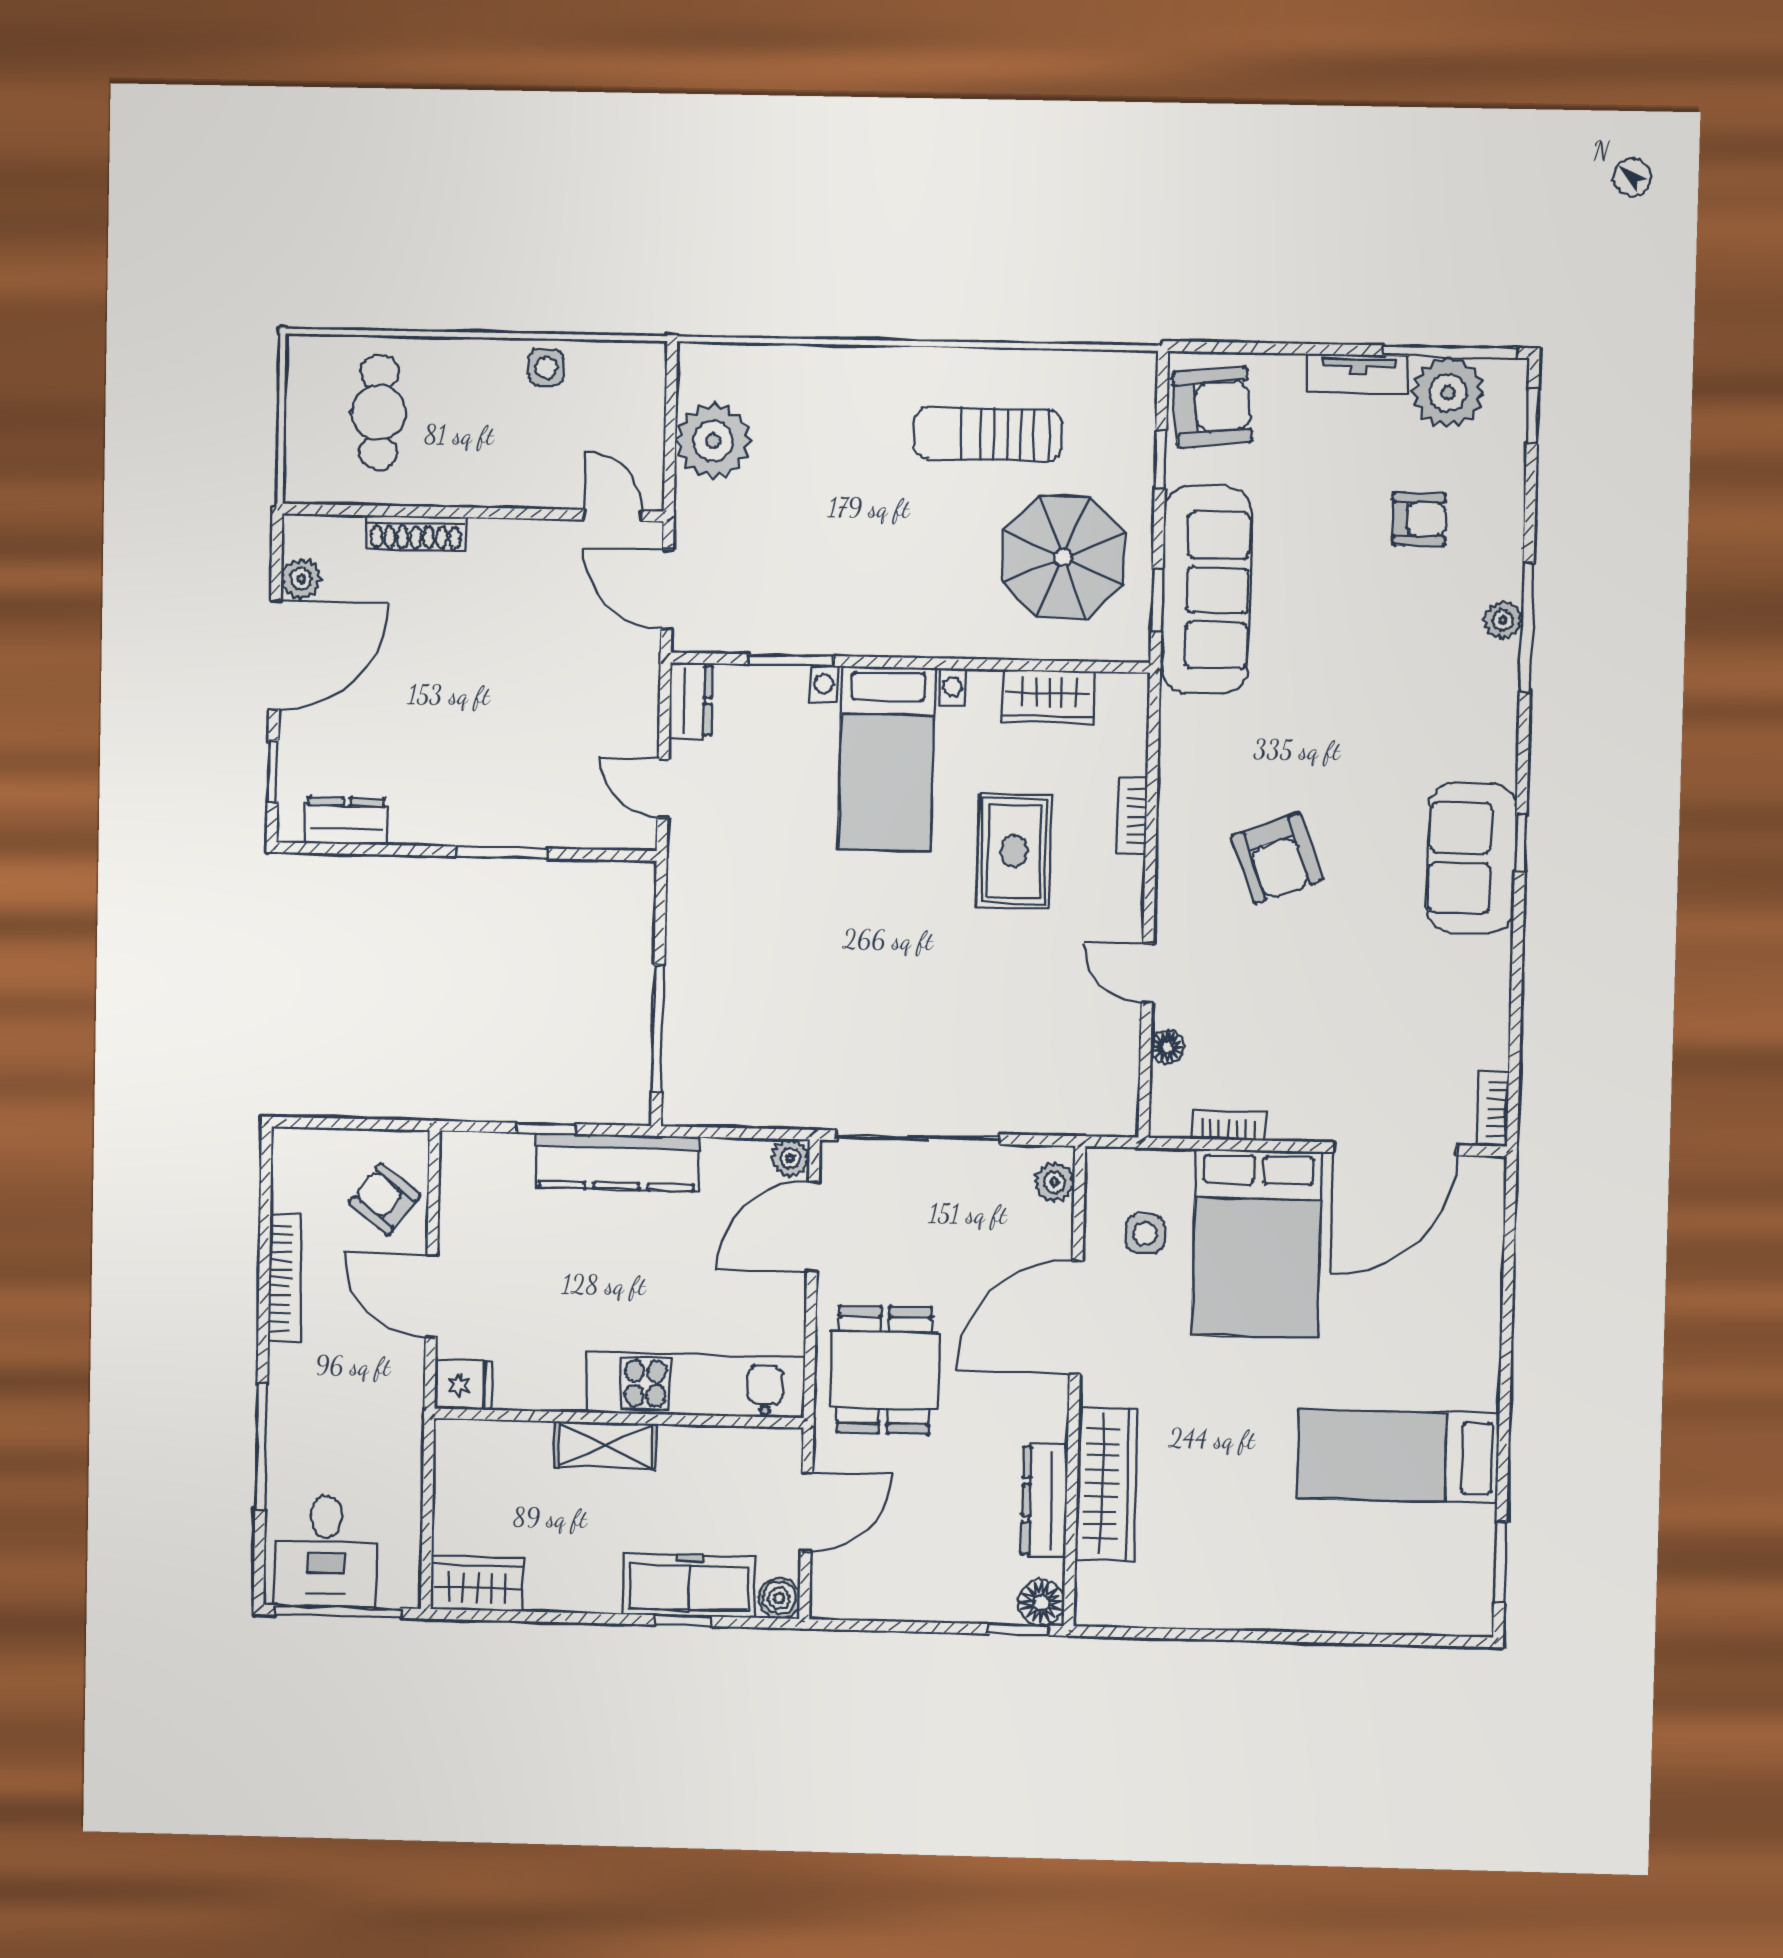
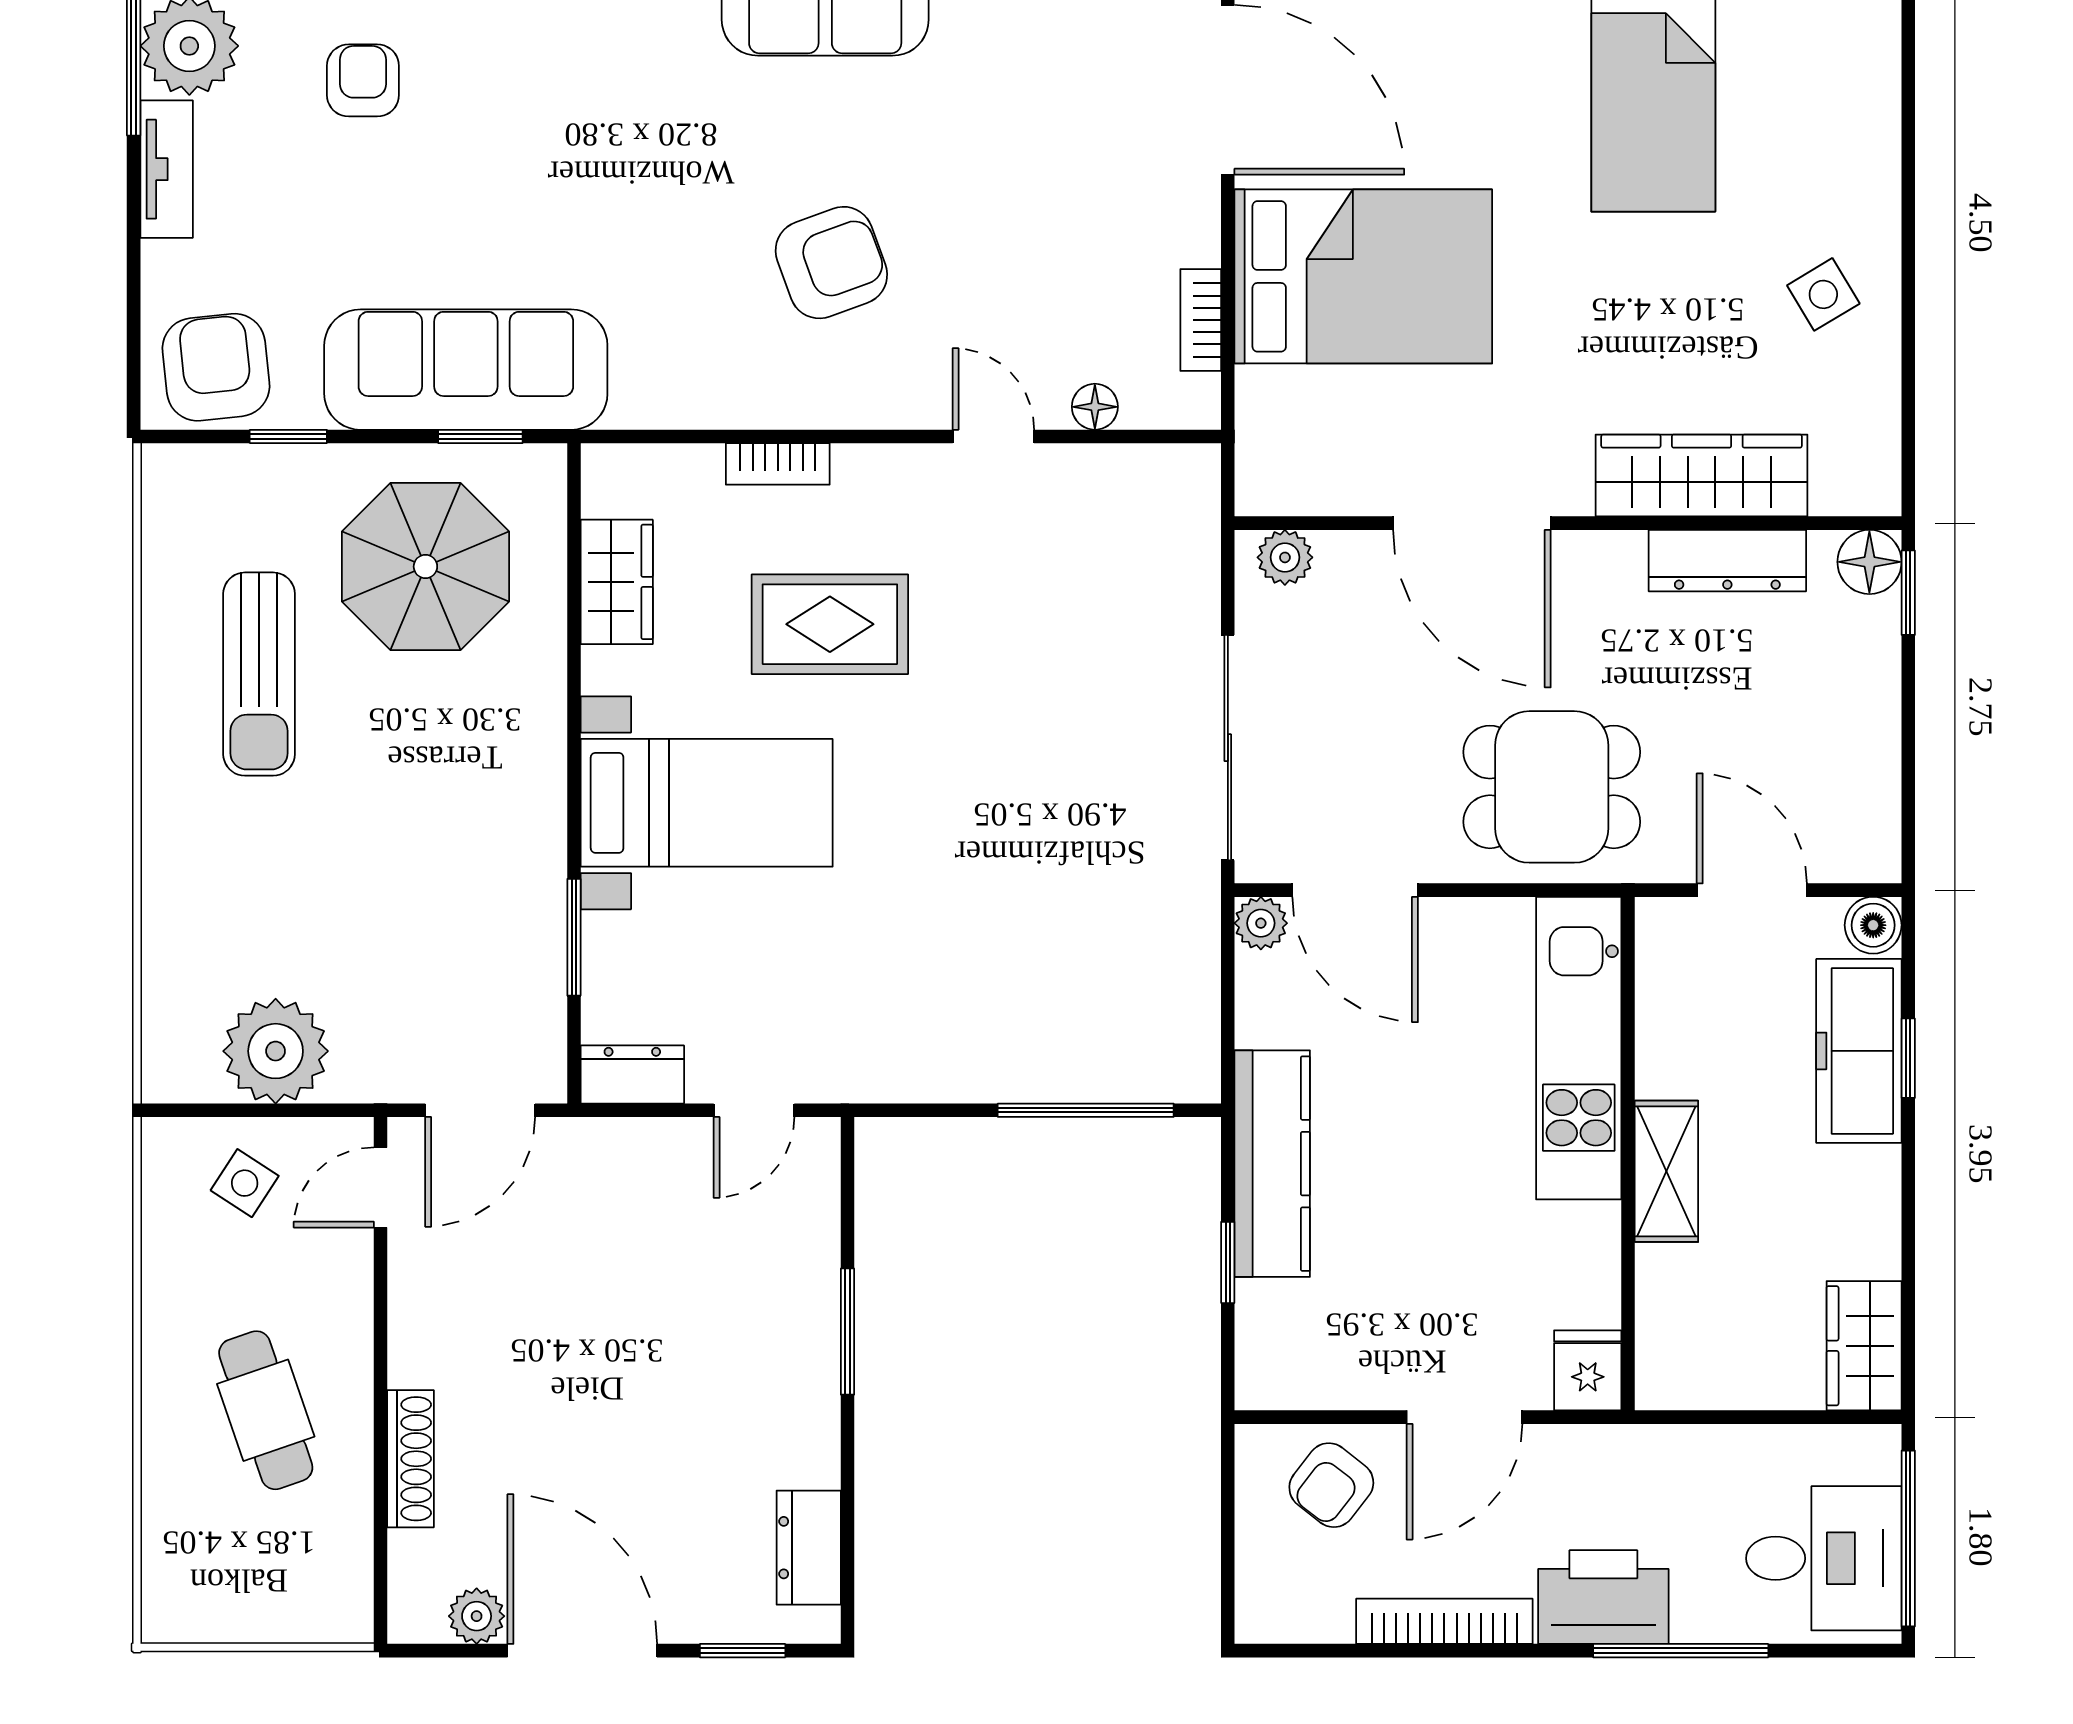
side table: (546, 367) -> (245, 1183), moved, turned 33
cafe table: (379, 412) -> (266, 1410), moved, turned 71
door: (1148, 973) -> (993, 436), swing flipped
side table: (1145, 1234) -> (1823, 294), moved, turned -31
printer: (301, 1392) -> (1603, 1597), added

